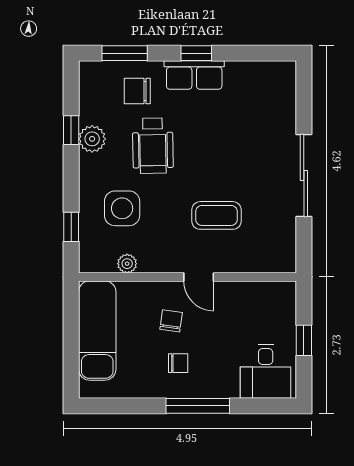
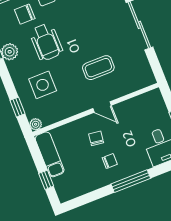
plant: (127, 264) -> (36, 124), moved
exam couch: (97, 331) -> (50, 154), width x0.73, depth x0.69
window: (71, 354) -> (46, 180), added

